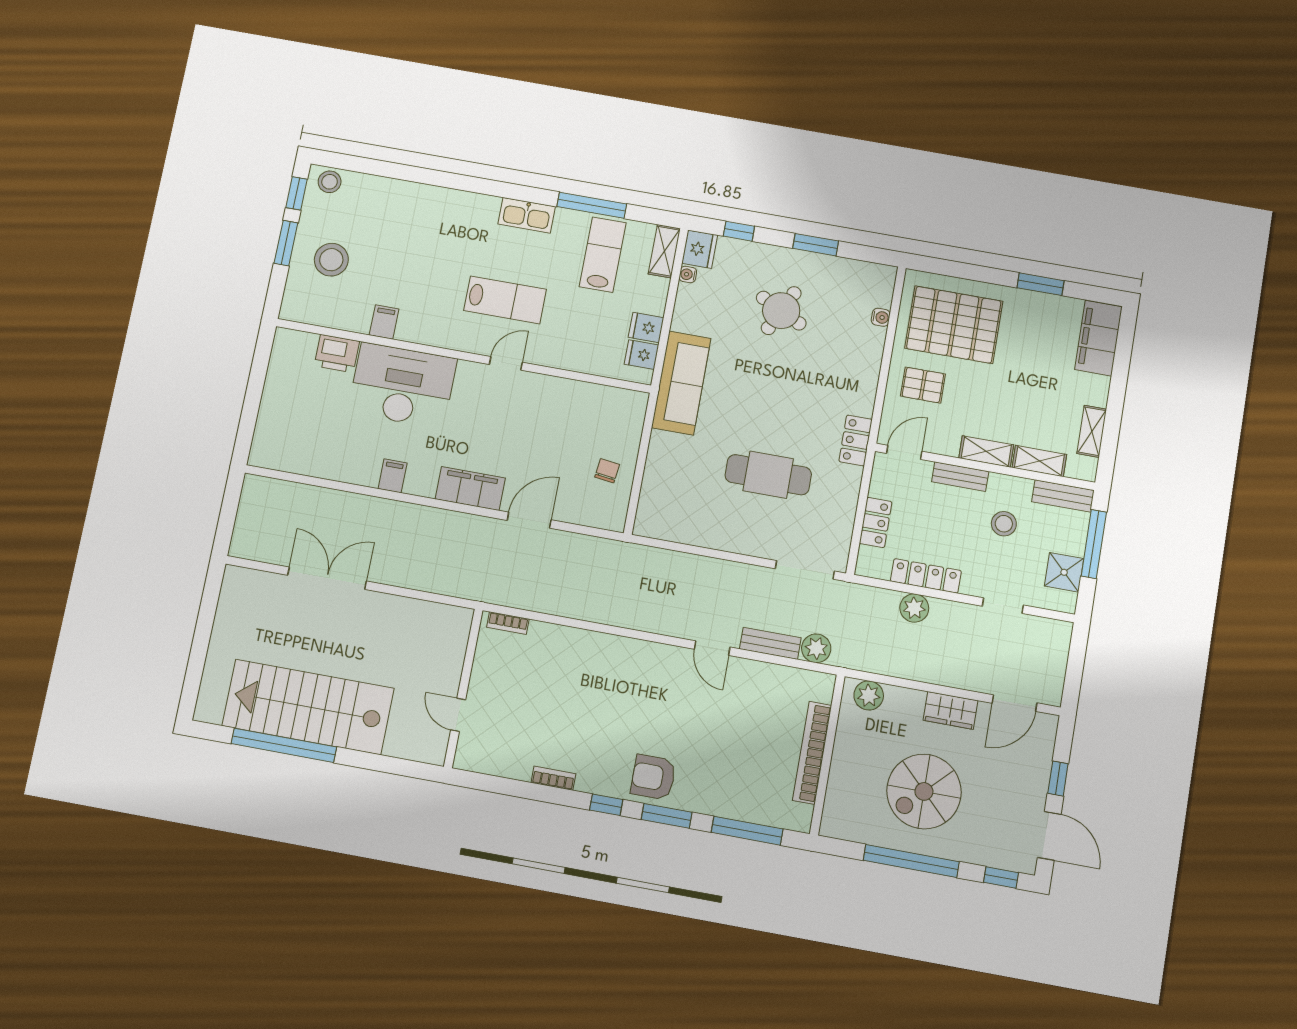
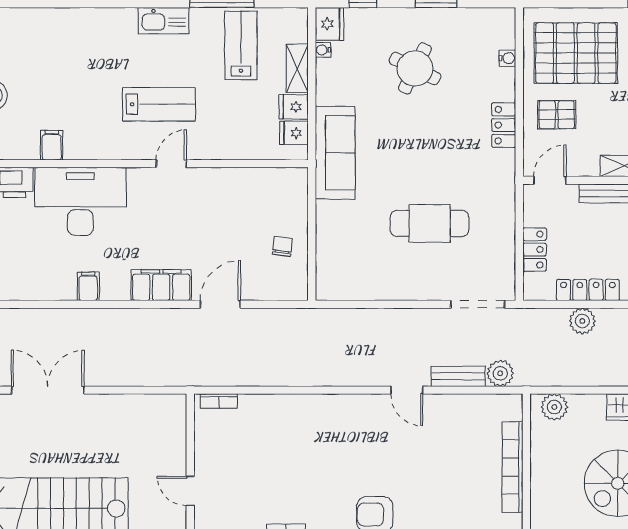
shelving: (664, 251) -> (297, 68), moved
locker: (856, 440) -> (504, 125), moved

